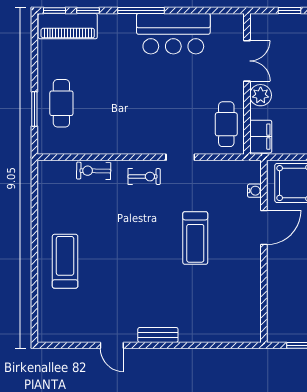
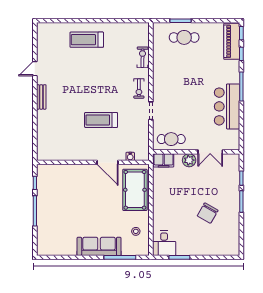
treadmill: (65, 261) -> (87, 40), turned 180

